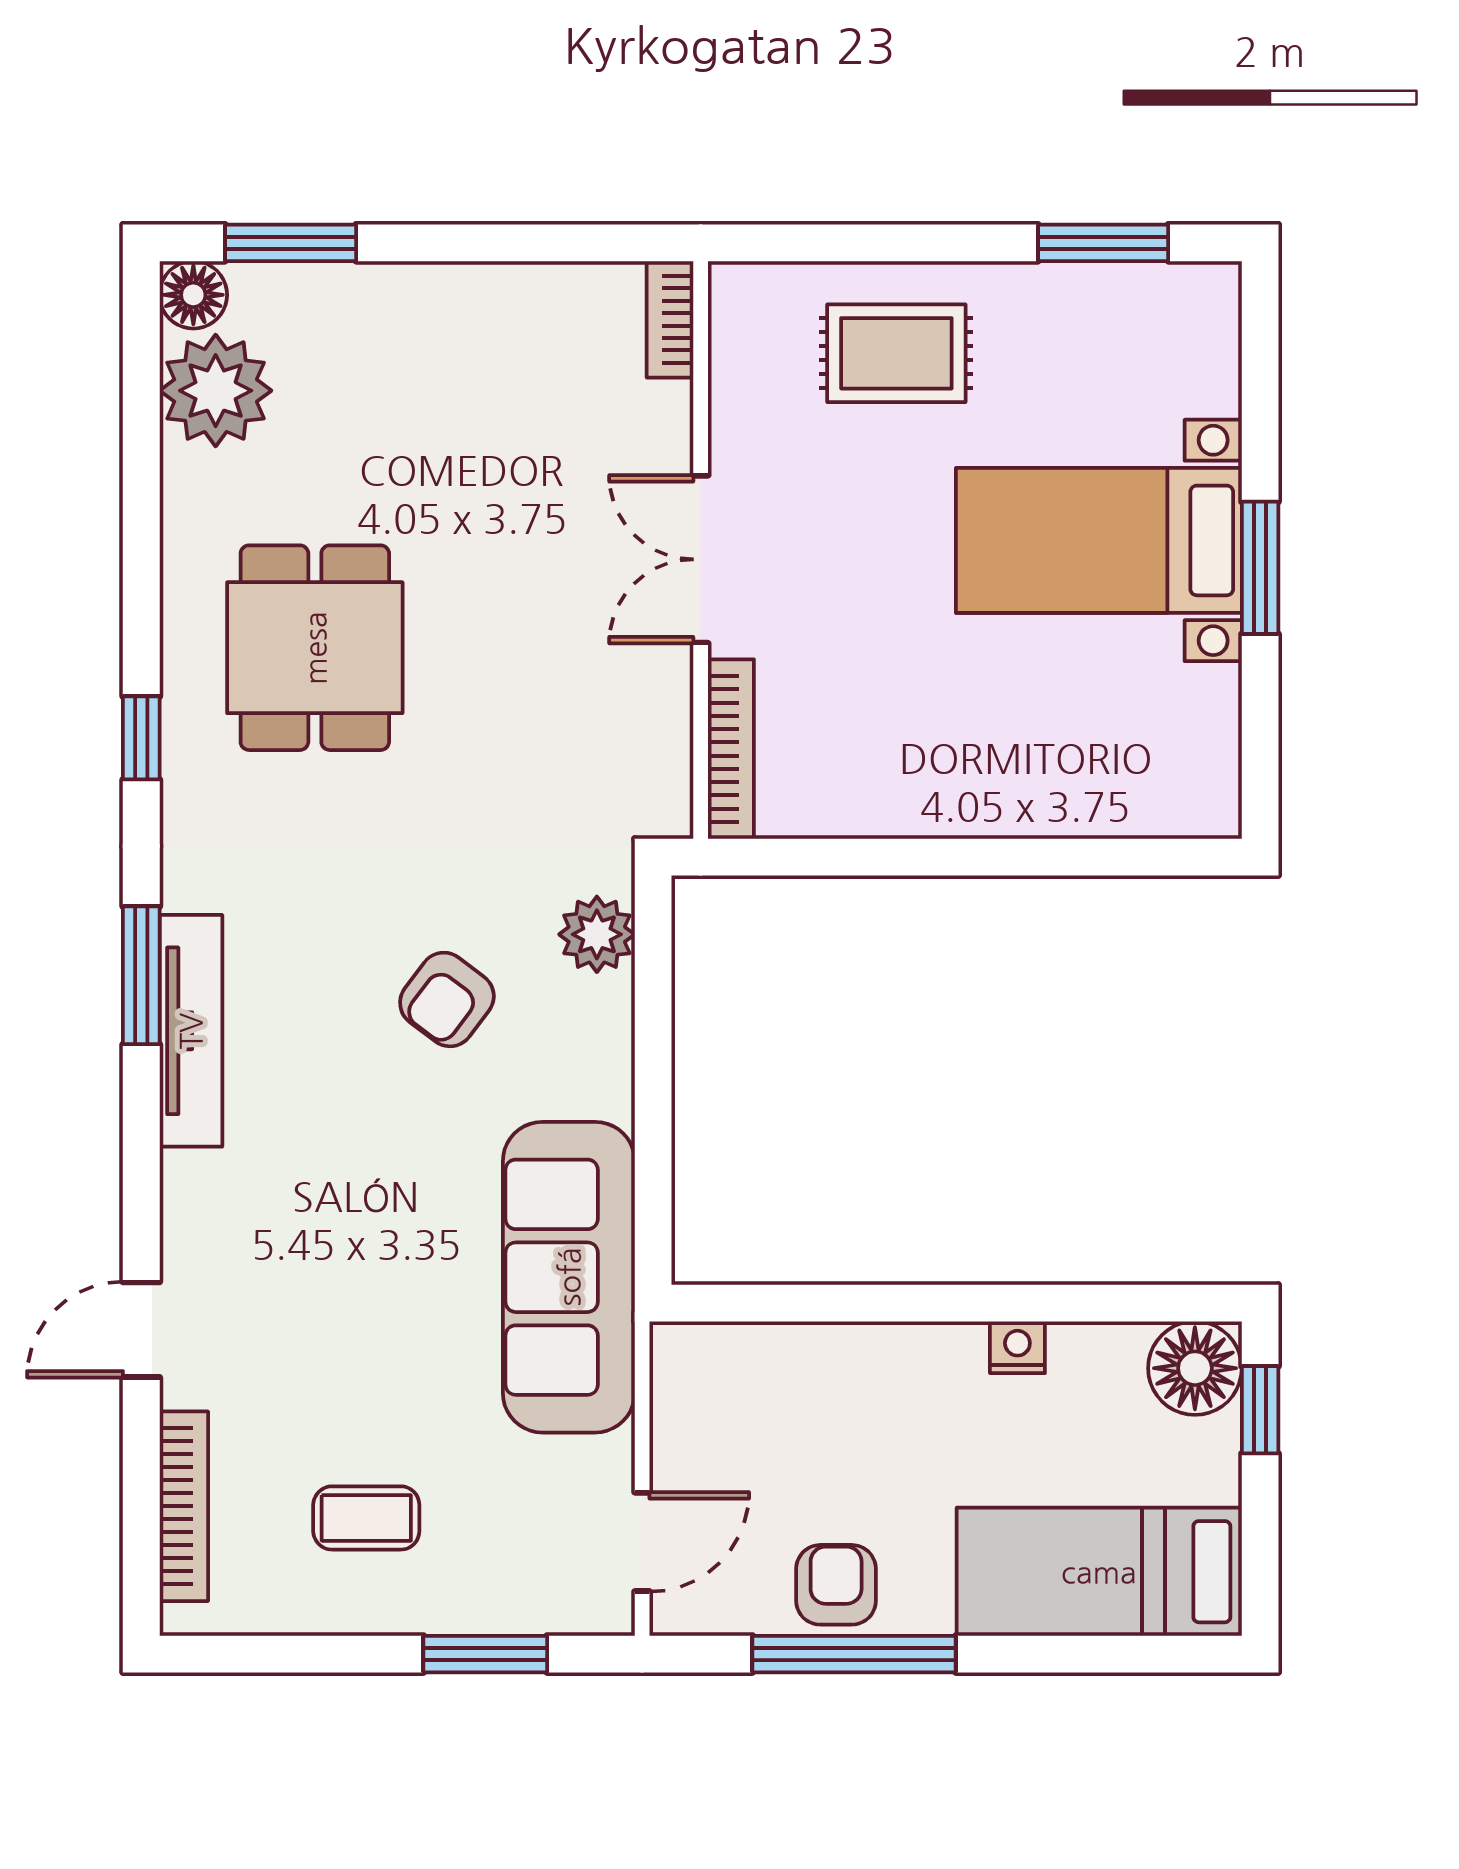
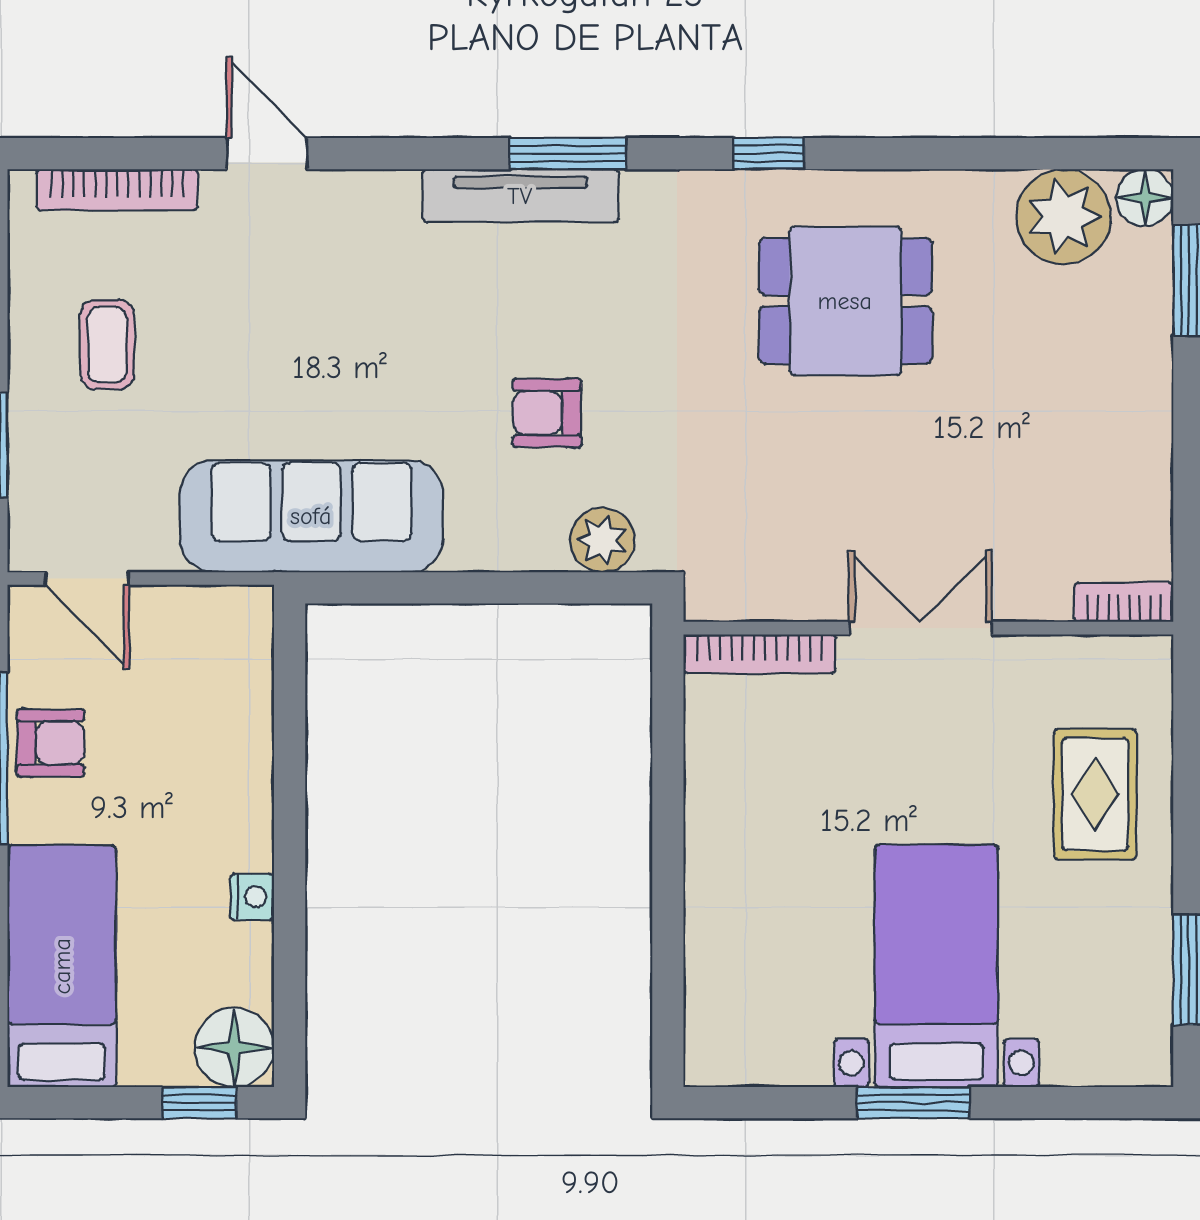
armchair: (447, 999) -> (547, 413), turned -37

